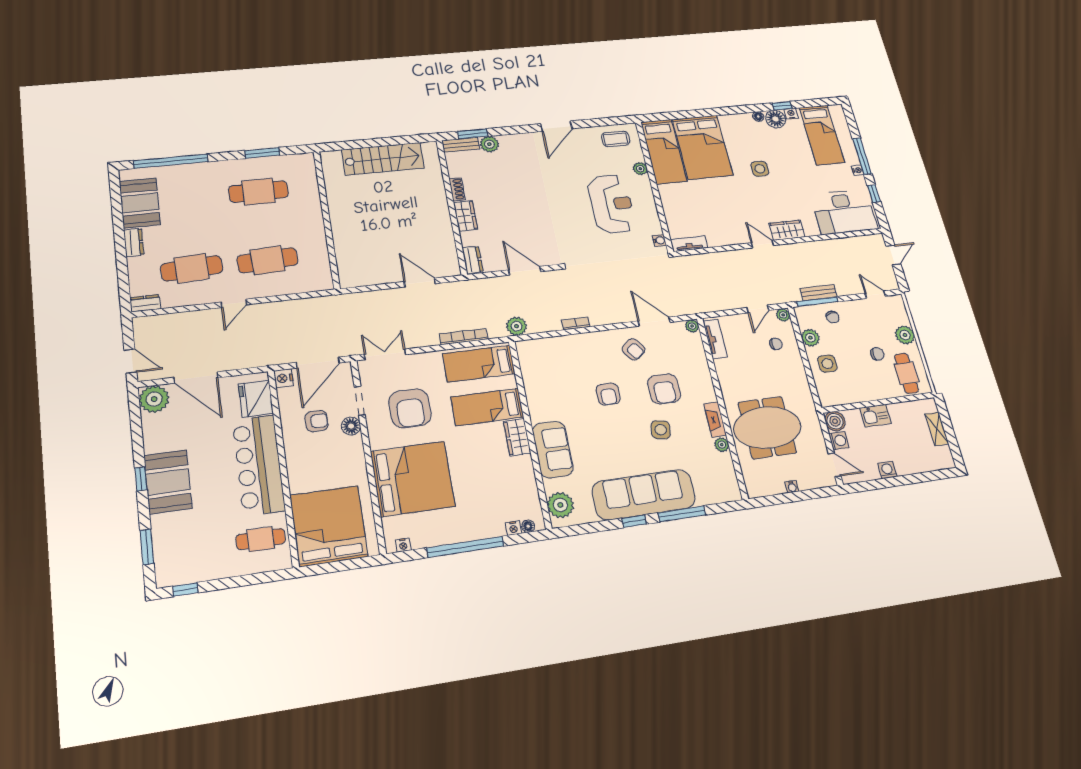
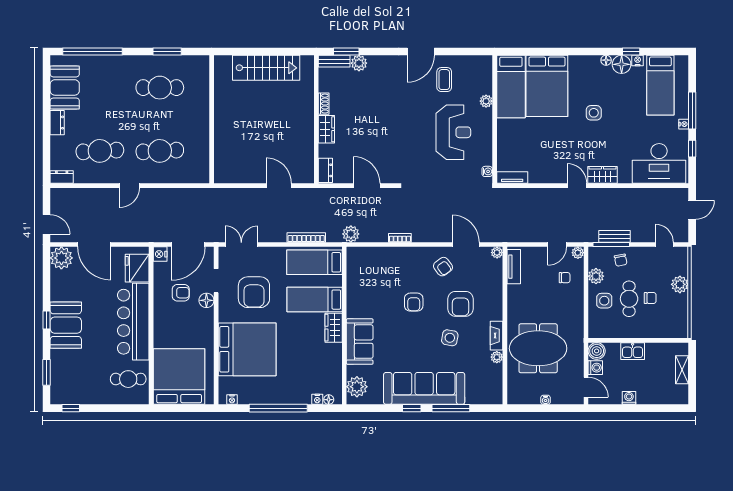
coffee table: (616, 139) -> (444, 80), moved, turned 90
cafe table: (906, 373) -> (629, 299), moved

